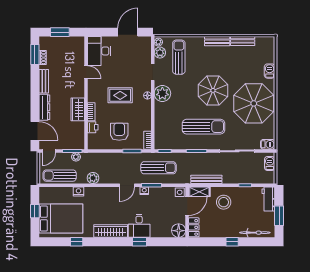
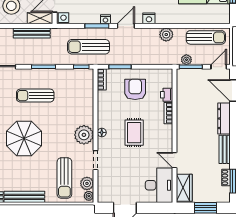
bench: (217, 41) -> (24, 197), width x1.36
rug: (120, 95) -> (134, 133), turned 90
wardrobe: (78, 109) -> (184, 188), moved
sun lounger: (203, 127) -> (35, 96), width x0.73, depth x0.75
armchair: (119, 132) -> (135, 89), turned 180
nightstand: (79, 192) -> (149, 18), moved

